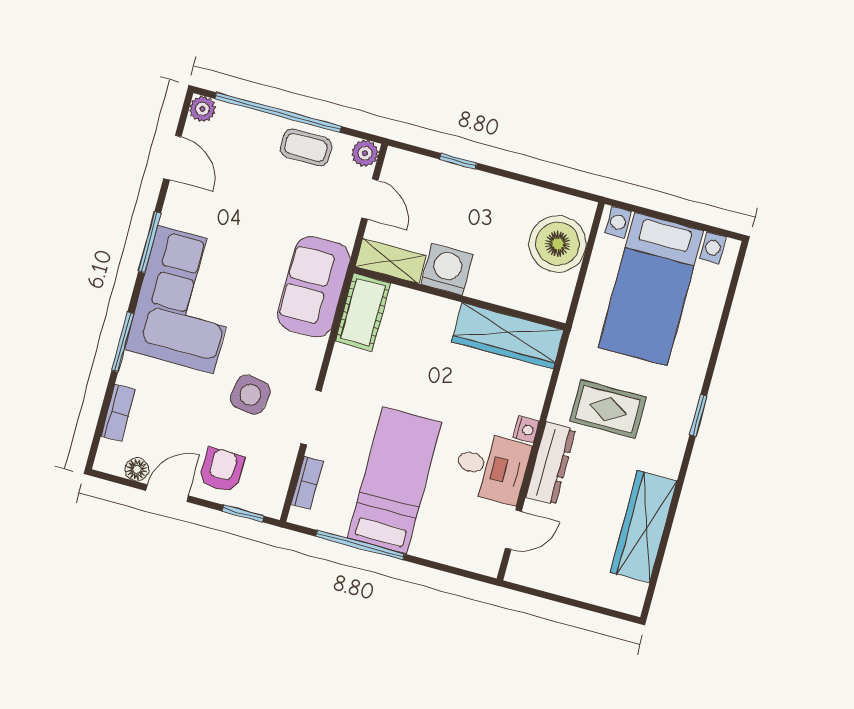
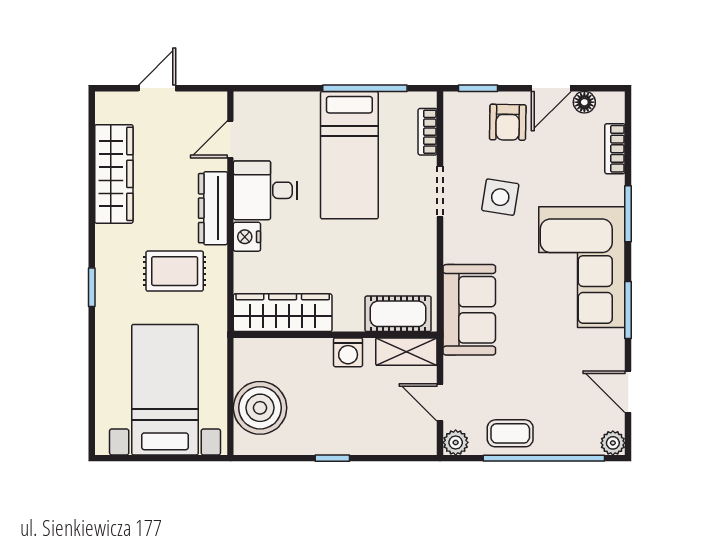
window: (458, 161) -> (332, 458), moved
washing machine: (447, 269) -> (348, 352), width x0.73, depth x0.73
cot: (363, 312) -> (398, 314), moved, turned 90
nightstand: (526, 430) -> (247, 237), width x1.39, depth x1.35
door: (575, 603) -> (157, 88), added

